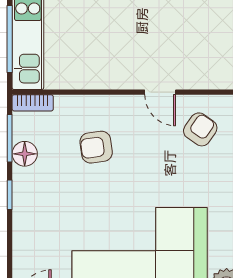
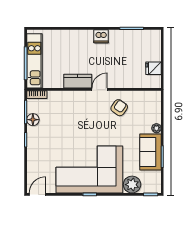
kitchen counter: (116, 76) -> (78, 81), added
door: (160, 92) -> (99, 89), swing flipped
armchair: (96, 147) -> (68, 116), removed

